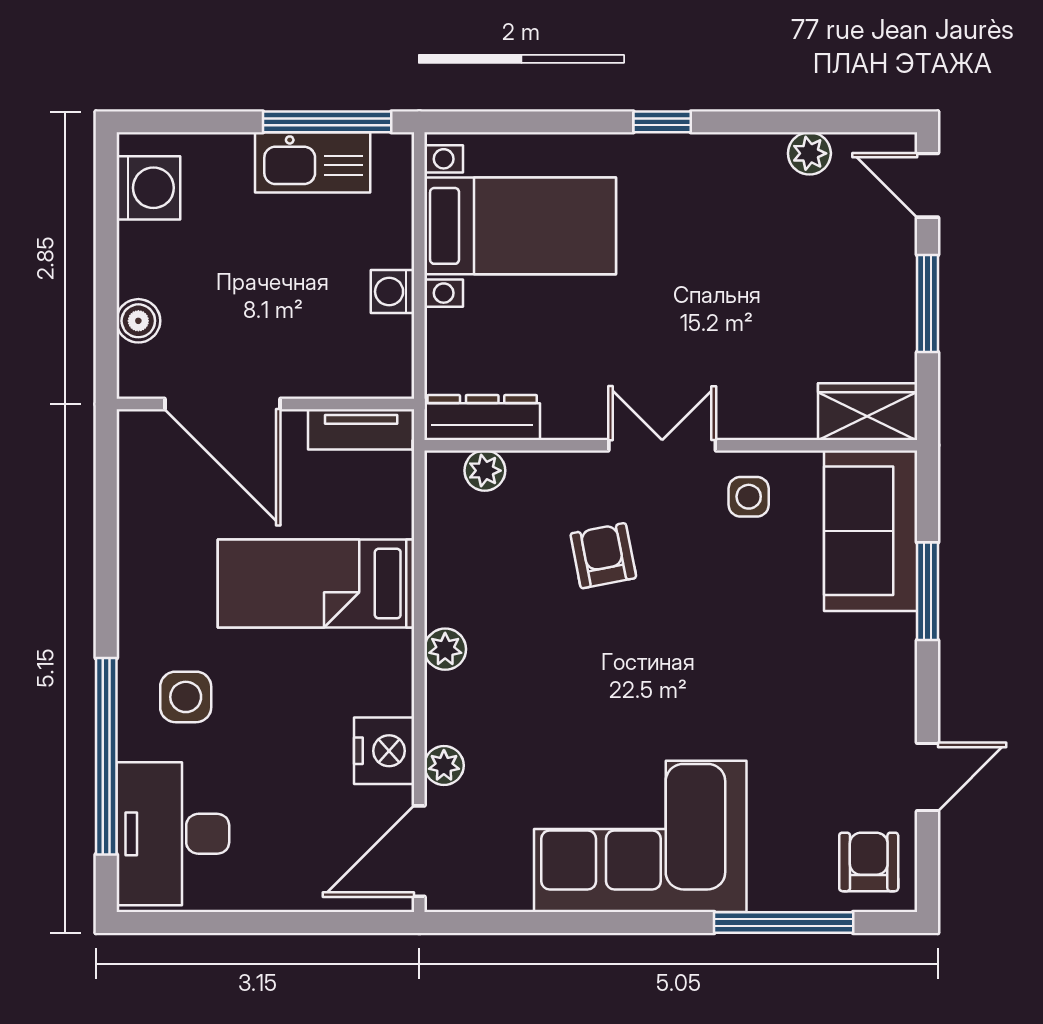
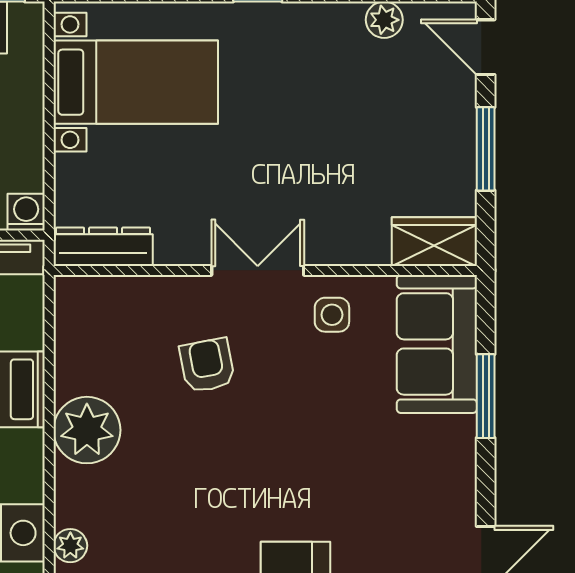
washing machine: (393, 292) -> (26, 212), moved, turned 90
plant: (485, 471) -> (105, 292), removed
plant: (445, 649) -> (87, 430), width x1.88, depth x1.88

